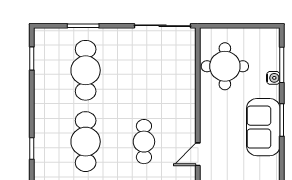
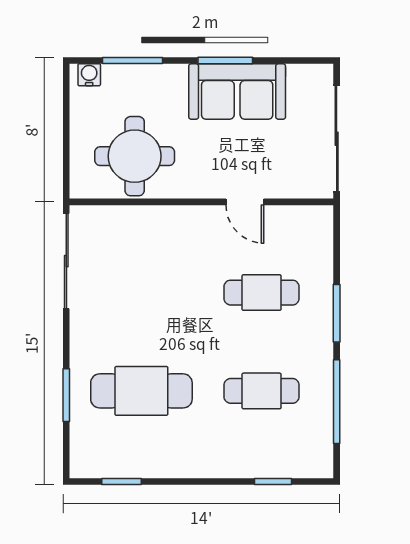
water cooler: (273, 78) -> (89, 75), moved
cafe table: (86, 142) -> (262, 391), width x0.73, depth x0.74
door: (198, 154) -> (245, 202), moved

